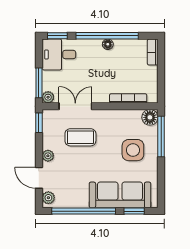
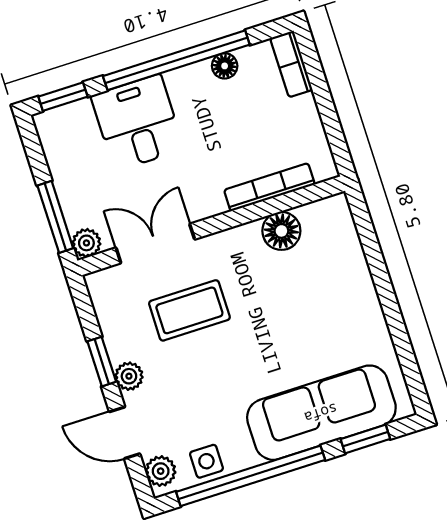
floor lamp: (108, 44) -> (225, 66), moved
desk: (59, 54) -> (138, 123), moved, turned 90
floor lamp: (150, 117) -> (281, 231), moved
window: (39, 123) -> (102, 362), moved
window: (161, 137) -> (372, 250), removed
side table: (133, 150) -> (206, 461), moved, width x0.54, depth x0.54

